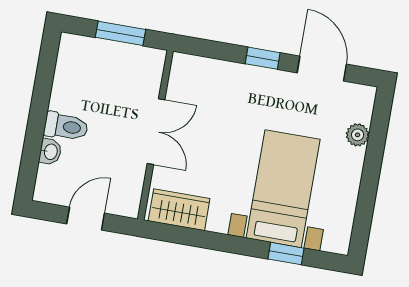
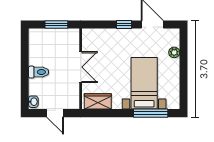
washbasin: (50, 152) -> (33, 102), moved
door: (86, 219) -> (55, 113), swing flipped
window: (286, 254) -> (151, 113), width x2.17

